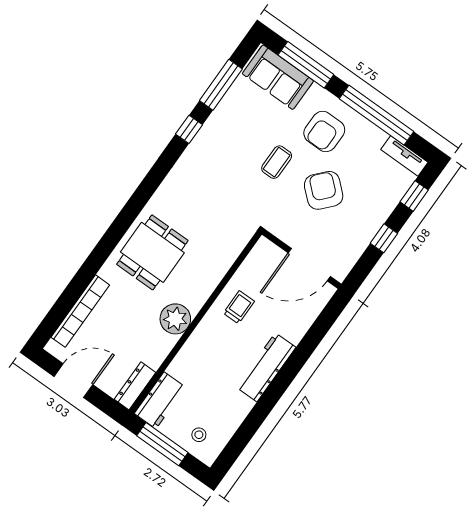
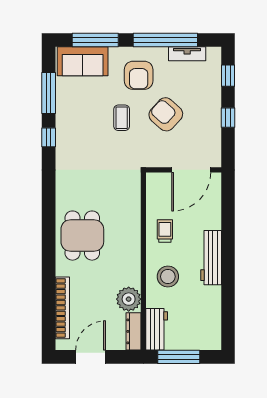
tv unit: (404, 156) -> (187, 54), moved
plant: (175, 319) -> (129, 299), moved
stool: (199, 435) -> (168, 277), moved, width x1.89, depth x1.89

